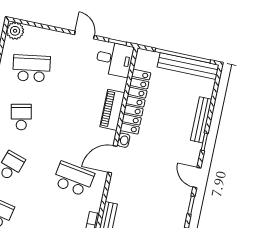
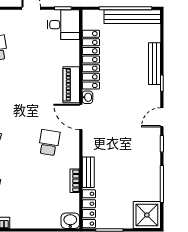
piano: (112, 110) -> (71, 85), moved
door: (112, 159) -> (81, 117), hinge flipped
door: (197, 178) -> (162, 117), hinge flipped
school desk: (73, 179) -> (49, 142), width x0.54

